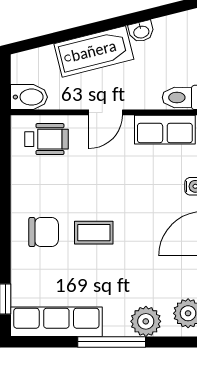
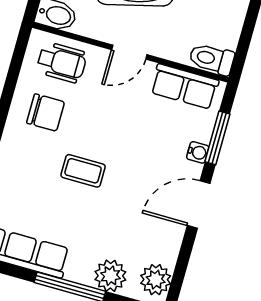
chair: (44, 232) -> (46, 112), moved

